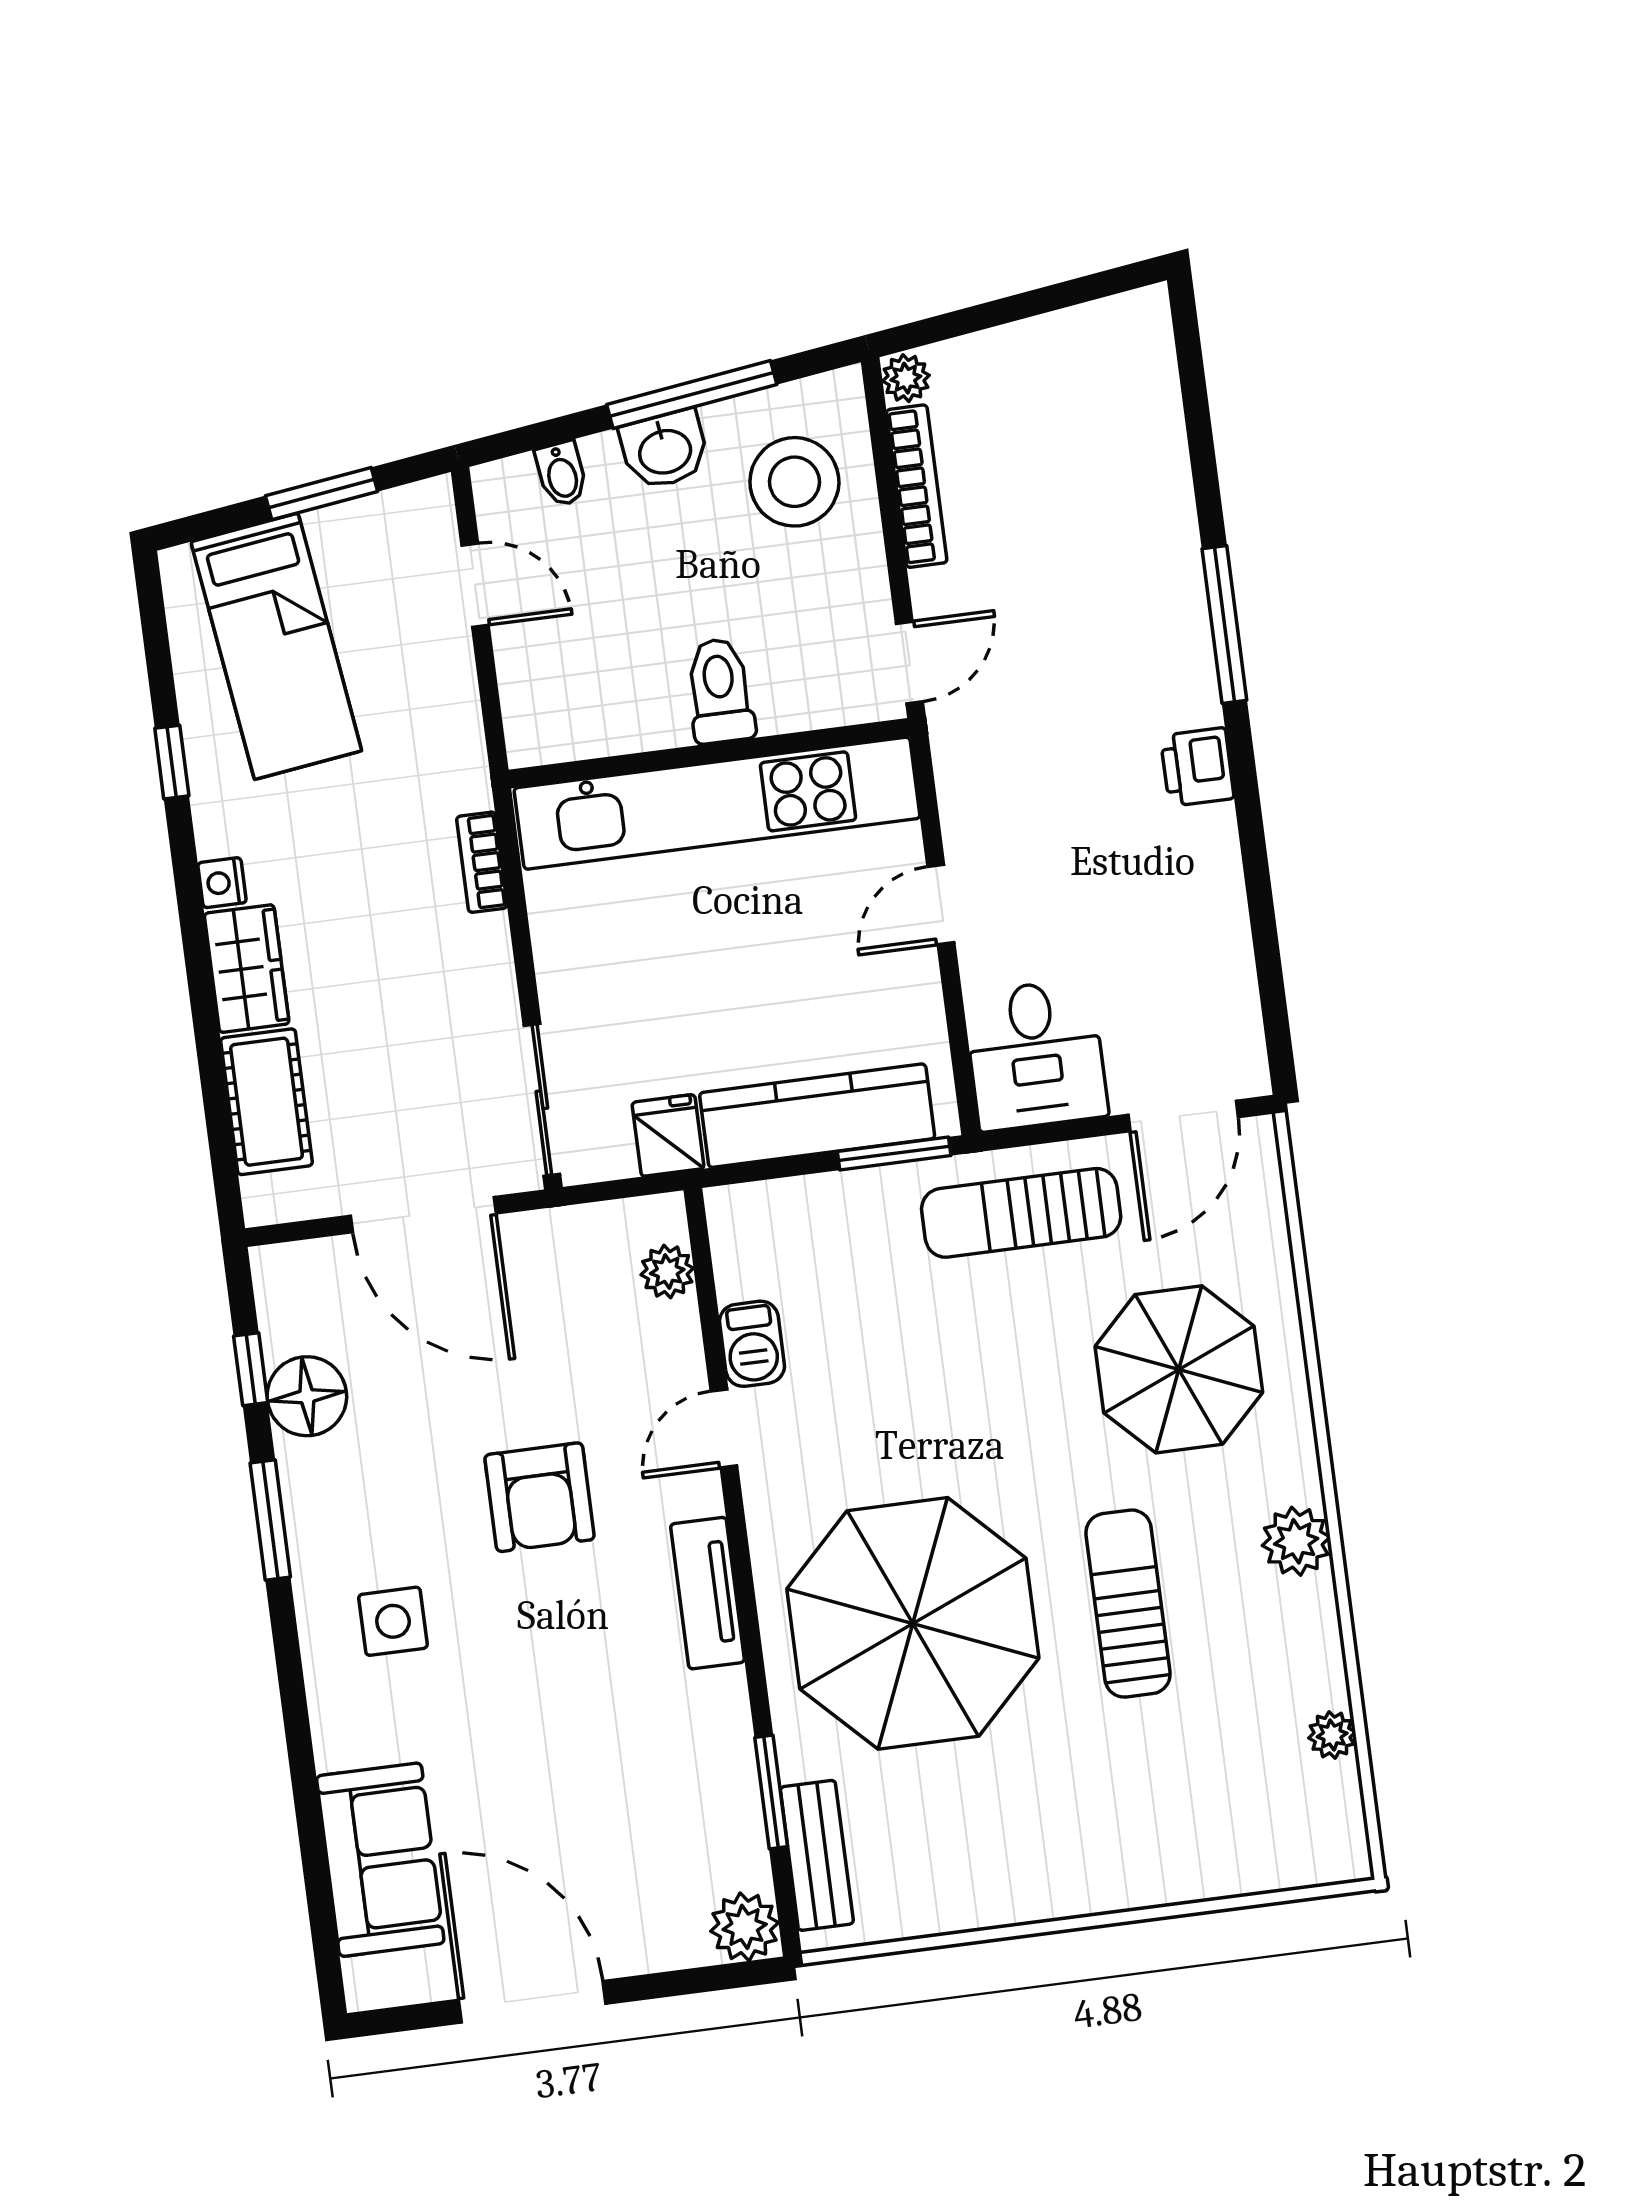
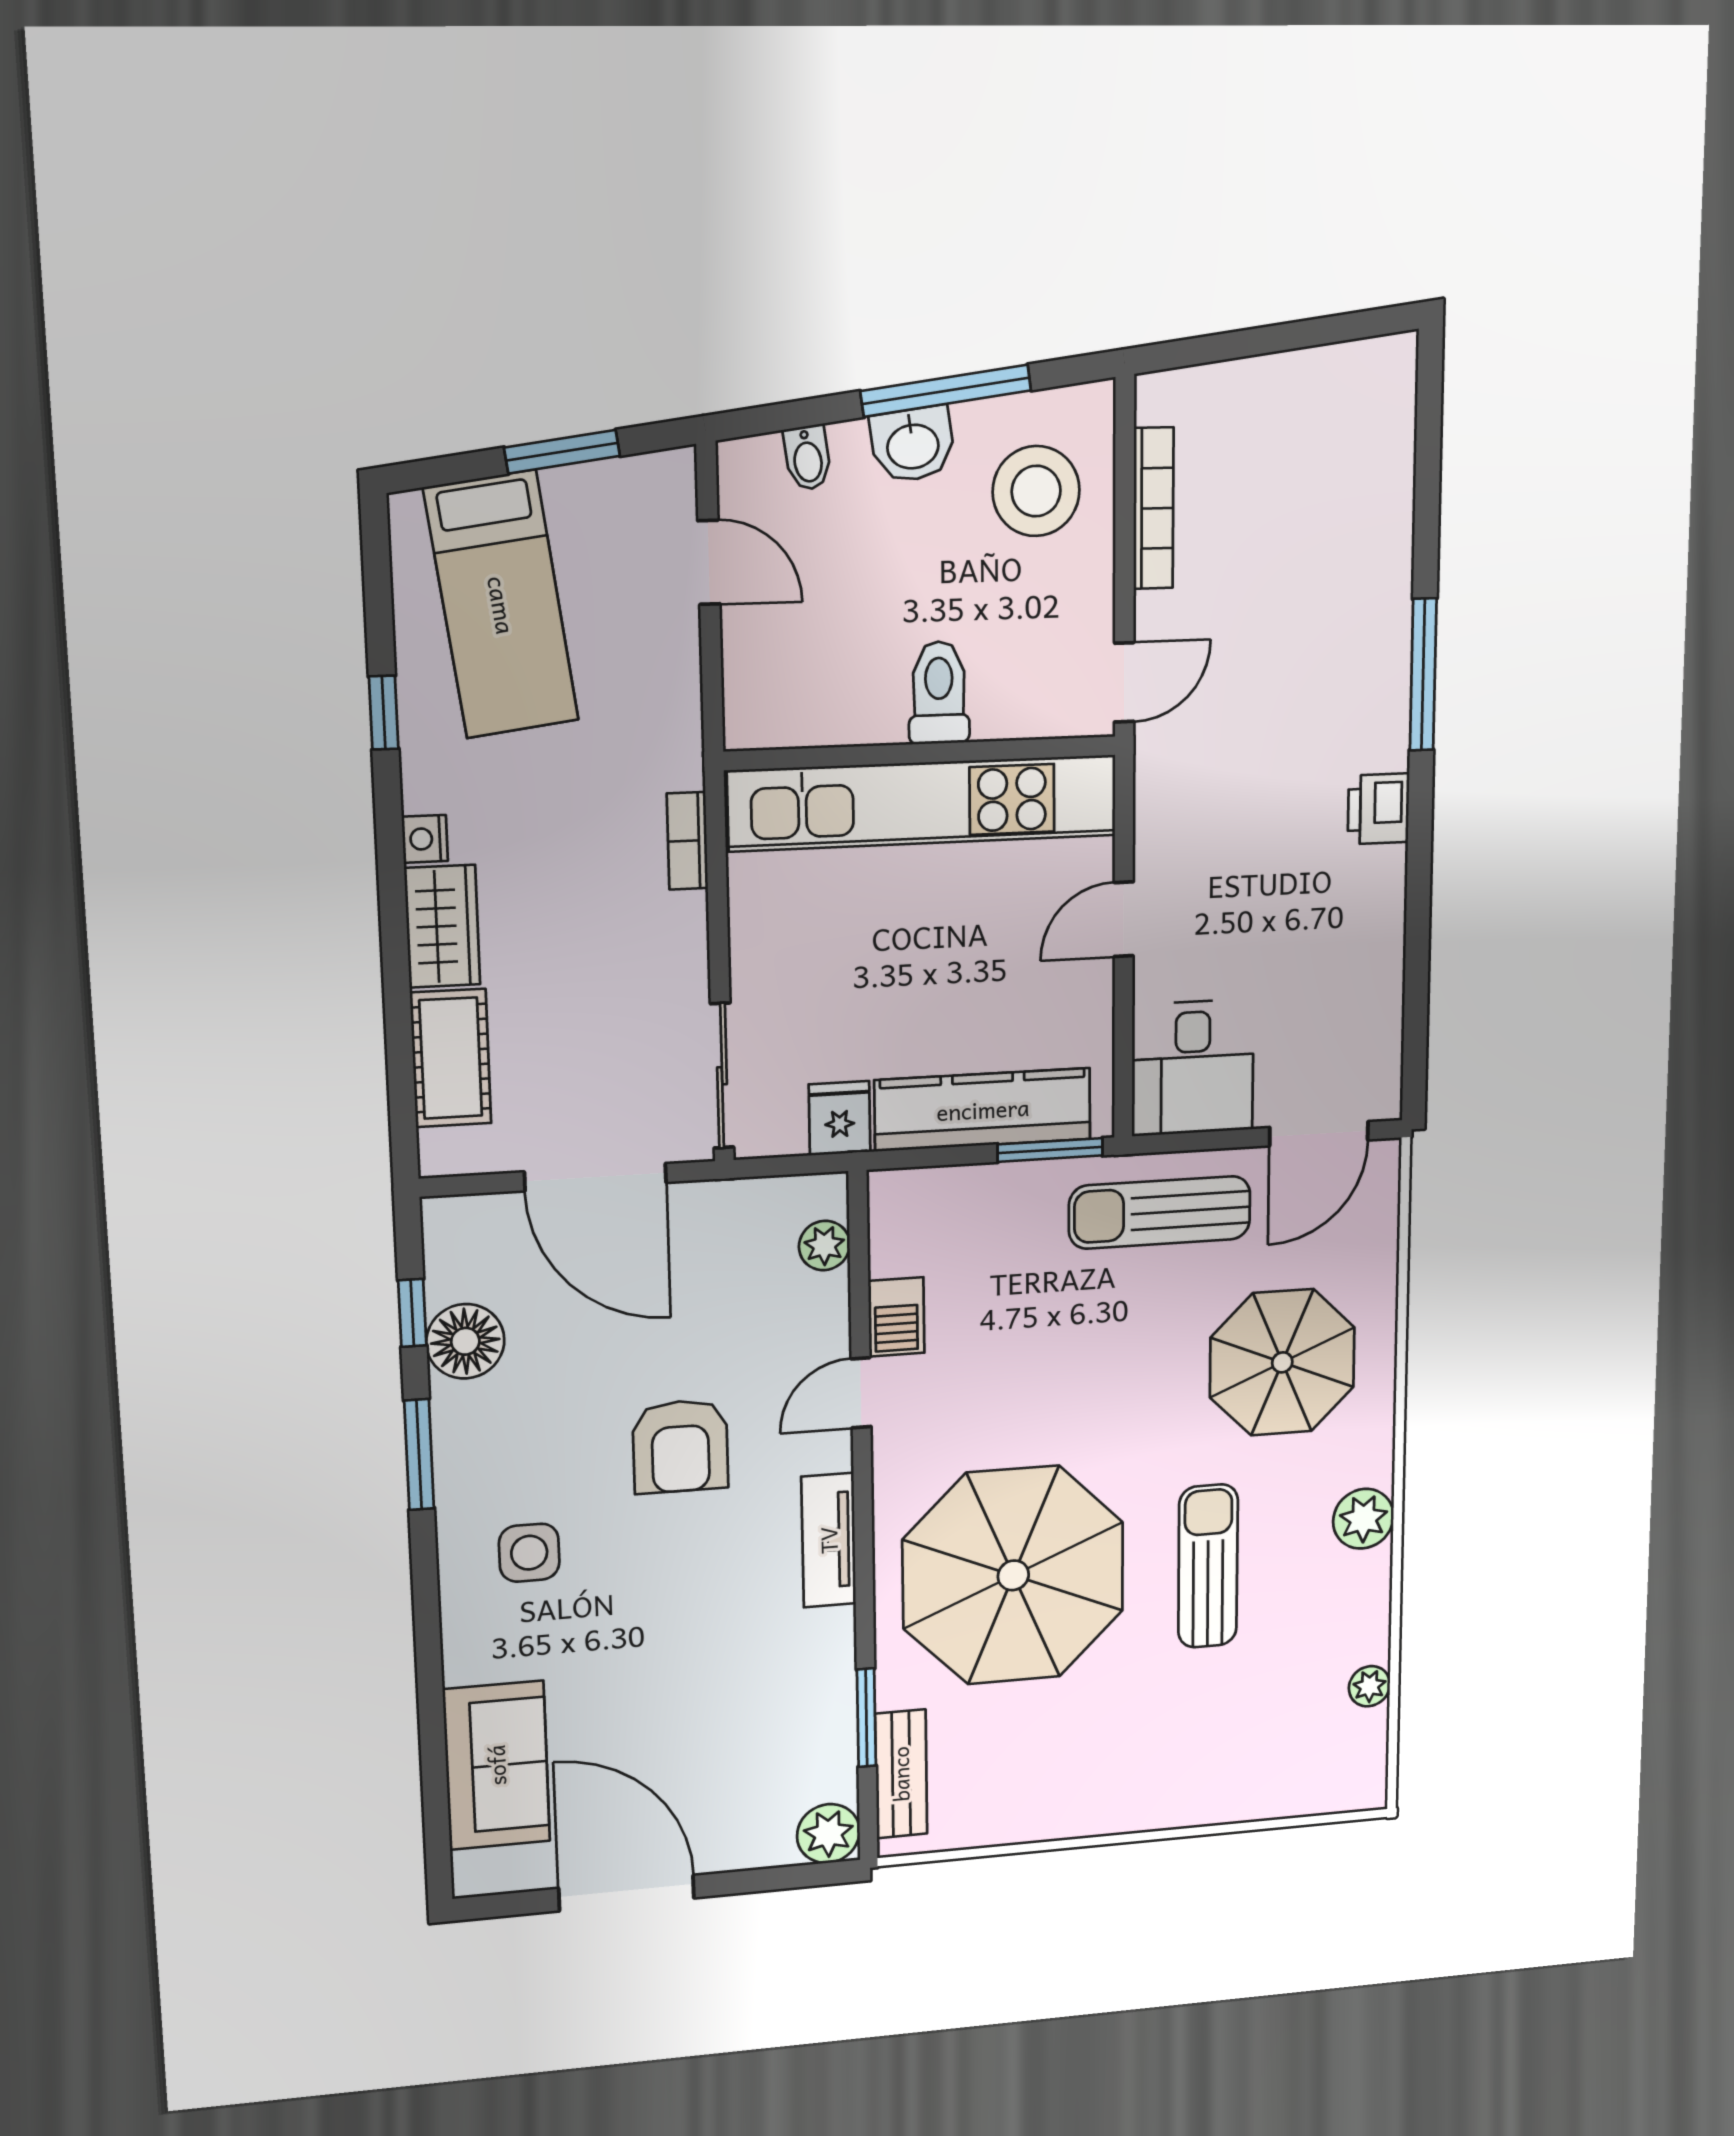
plant: (906, 378) -> (1157, 398), removed

